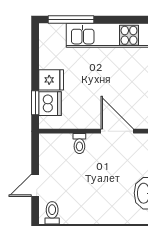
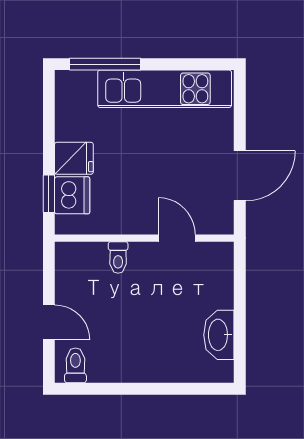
door: (117, 131) -> (177, 238), width x0.73
door: (35, 185) -> (49, 322), swing flipped

